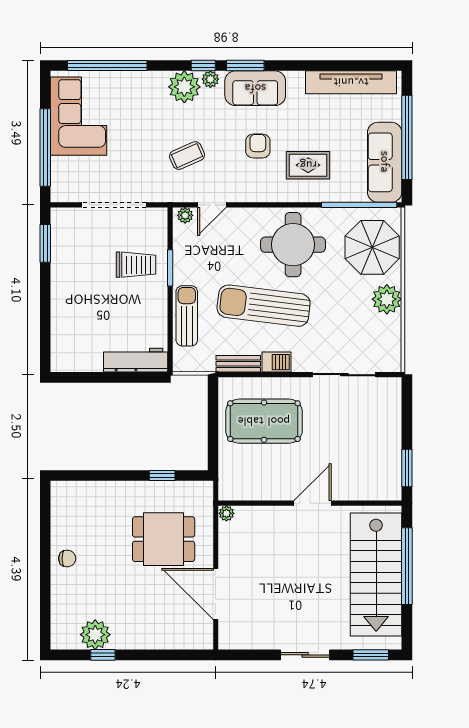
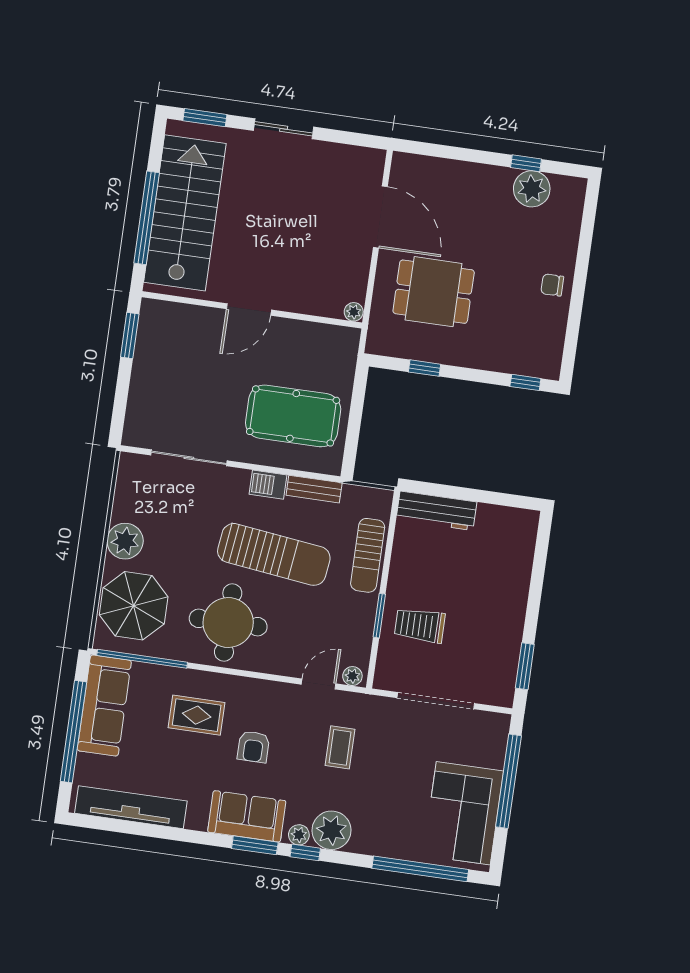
coffee table: (187, 156) -> (340, 747), turned -66
window: (78, 476) -> (525, 382), added

